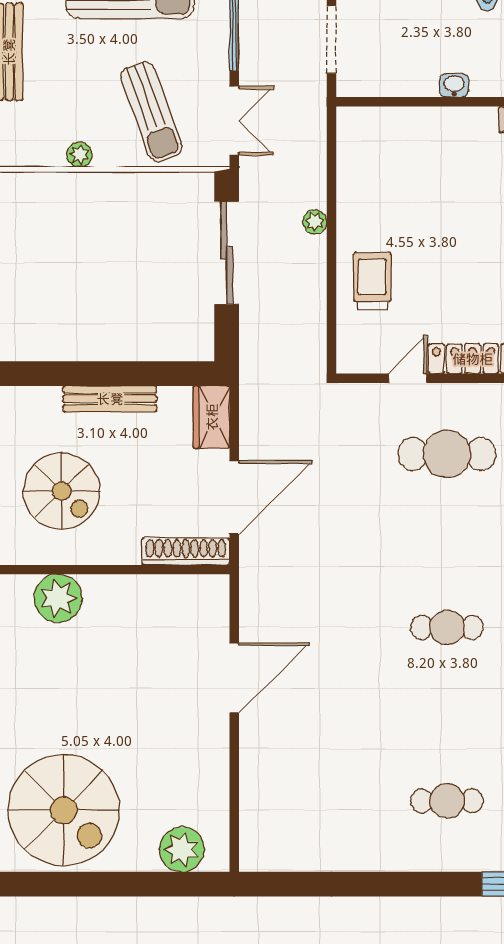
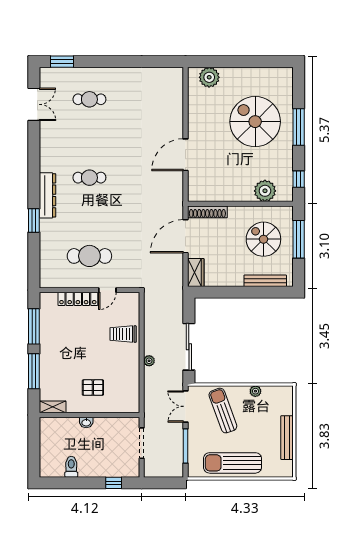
pallet: (439, 163) -> (93, 388), added
trolley: (372, 281) -> (123, 334), turned 90
bench: (110, 399) -> (265, 281), moved
spiral stairs: (64, 810) -> (255, 122), moved

